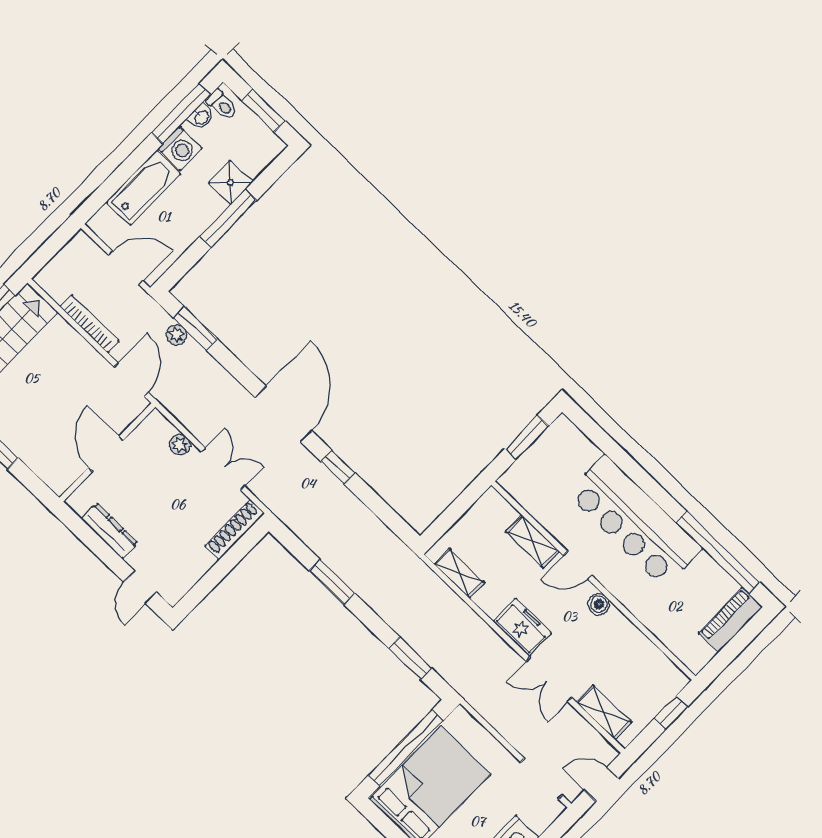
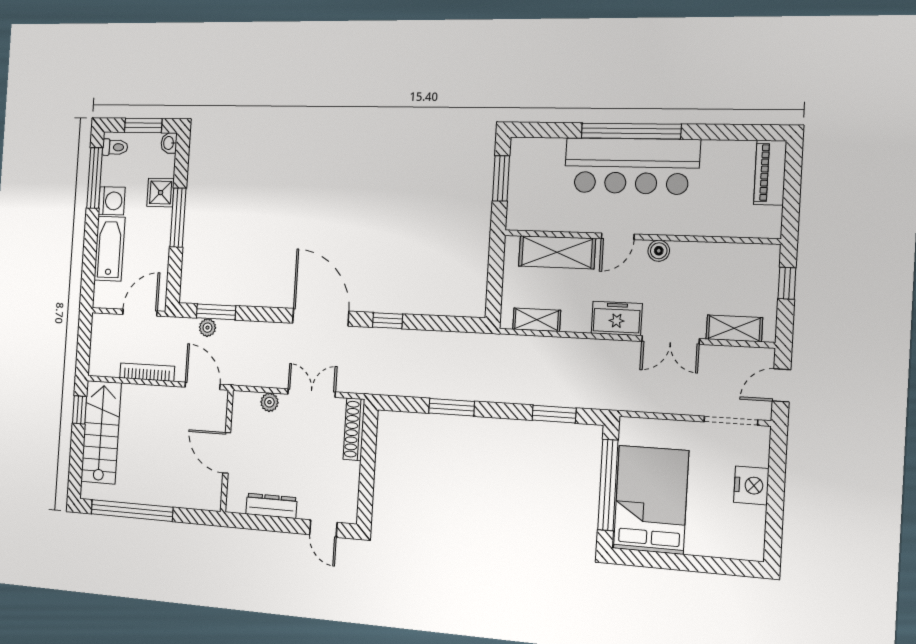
washbasin: (201, 117) -> (169, 143), moved, turned 180
shelving: (533, 541) -> (557, 252), width x1.50, depth x1.33
window: (718, 552) -> (631, 131), moved

